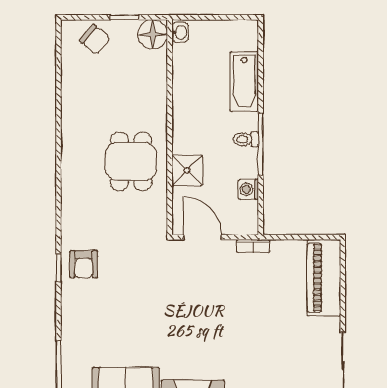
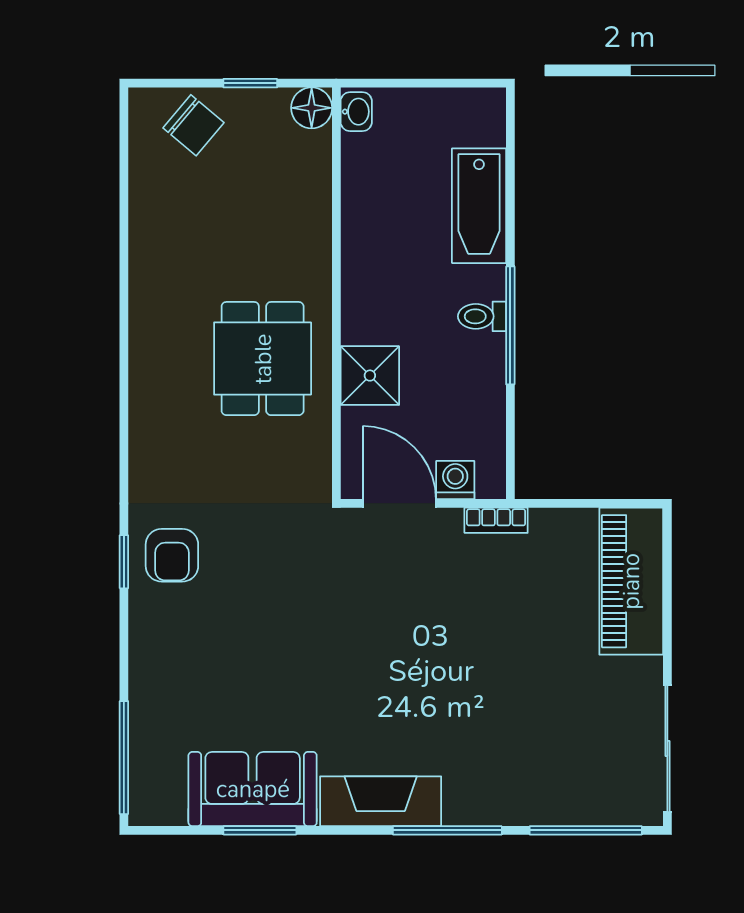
floor lamp: (153, 34) -> (312, 108), width x0.73, depth x0.73
washing machine: (248, 189) -> (455, 480), moved, turned 90

